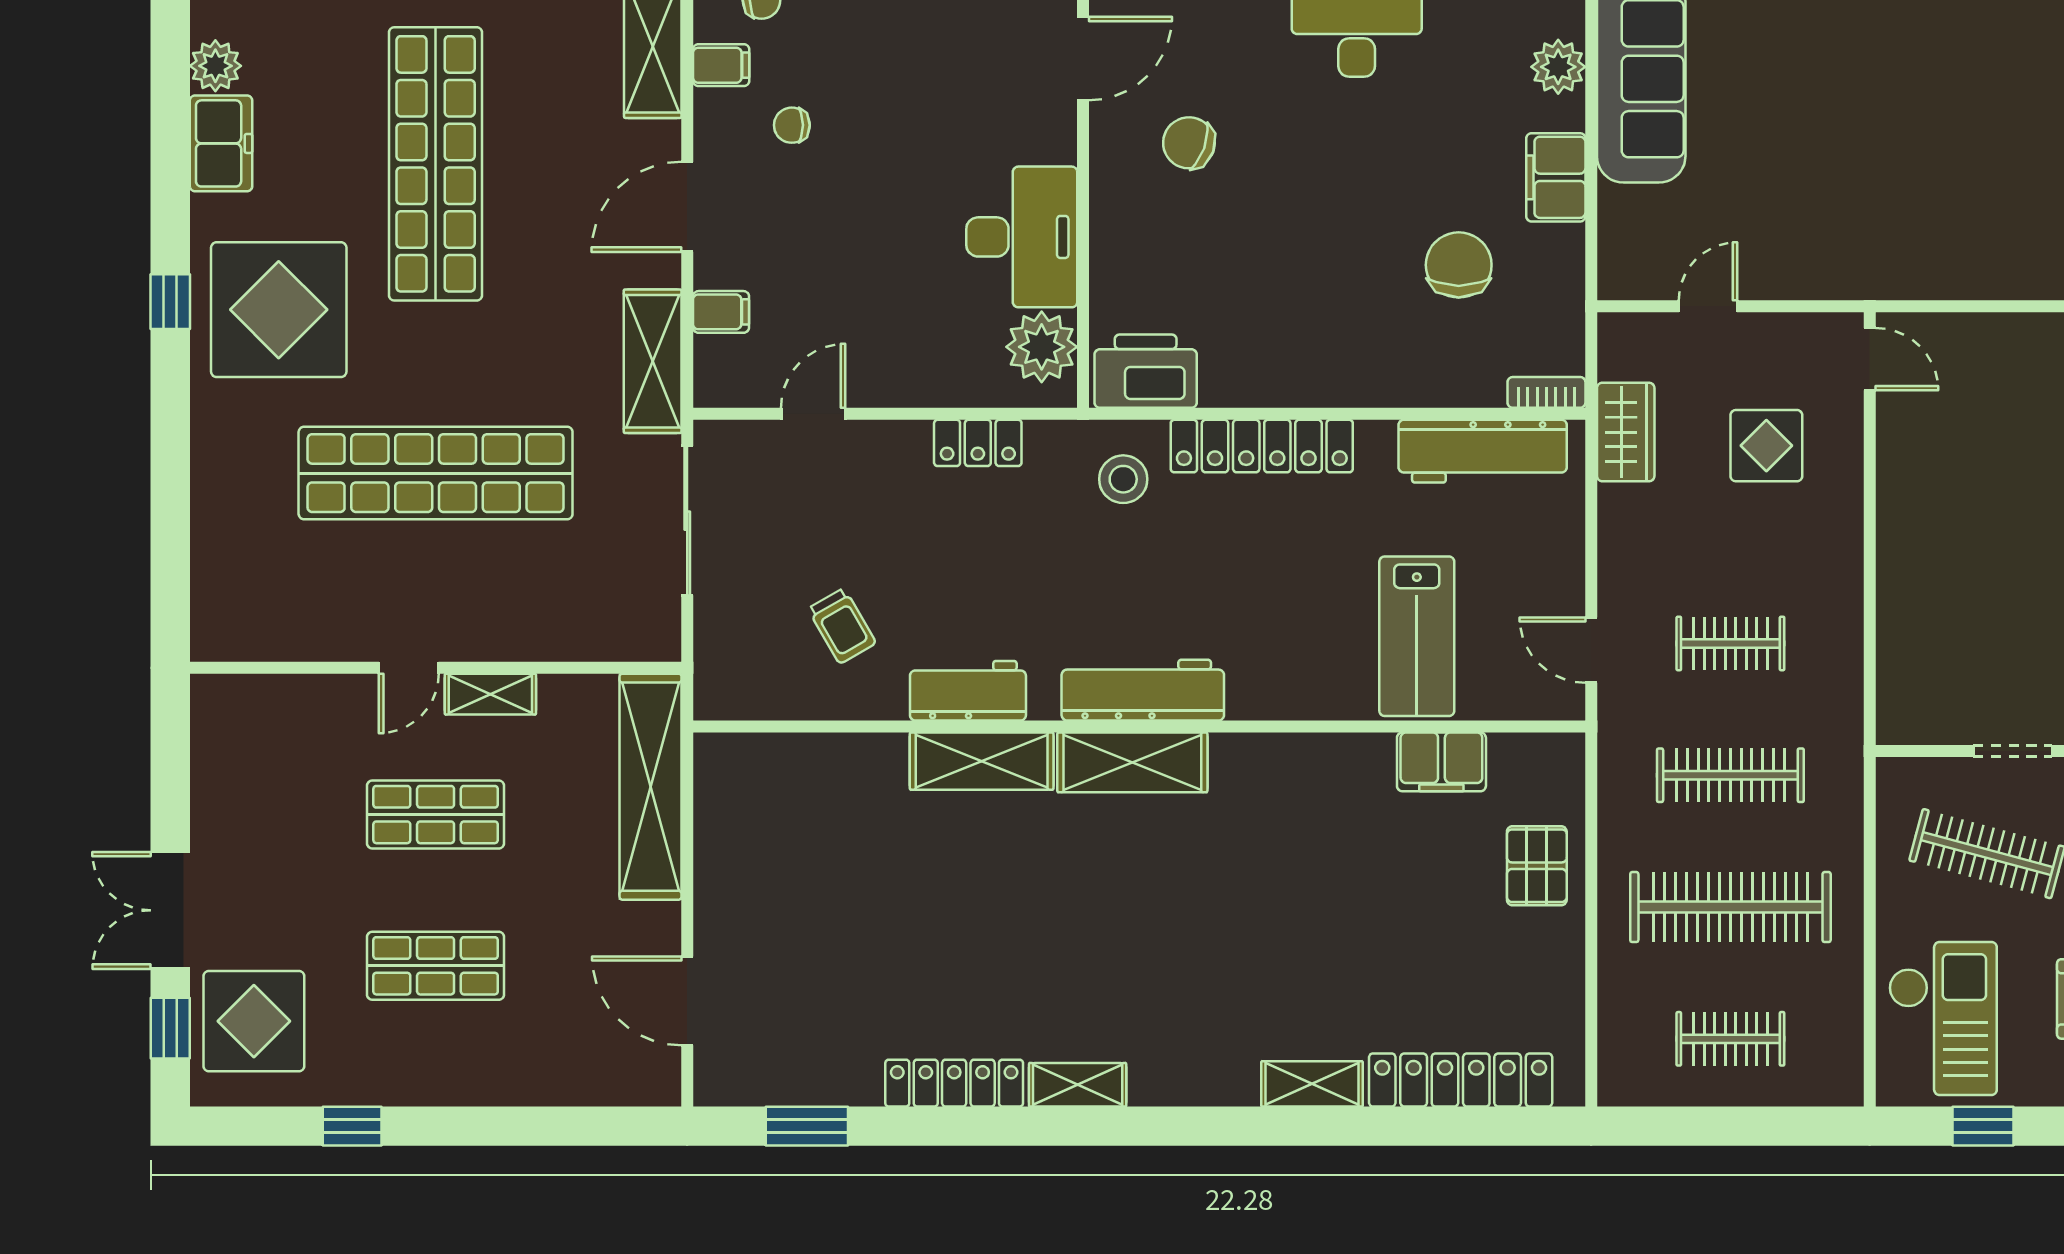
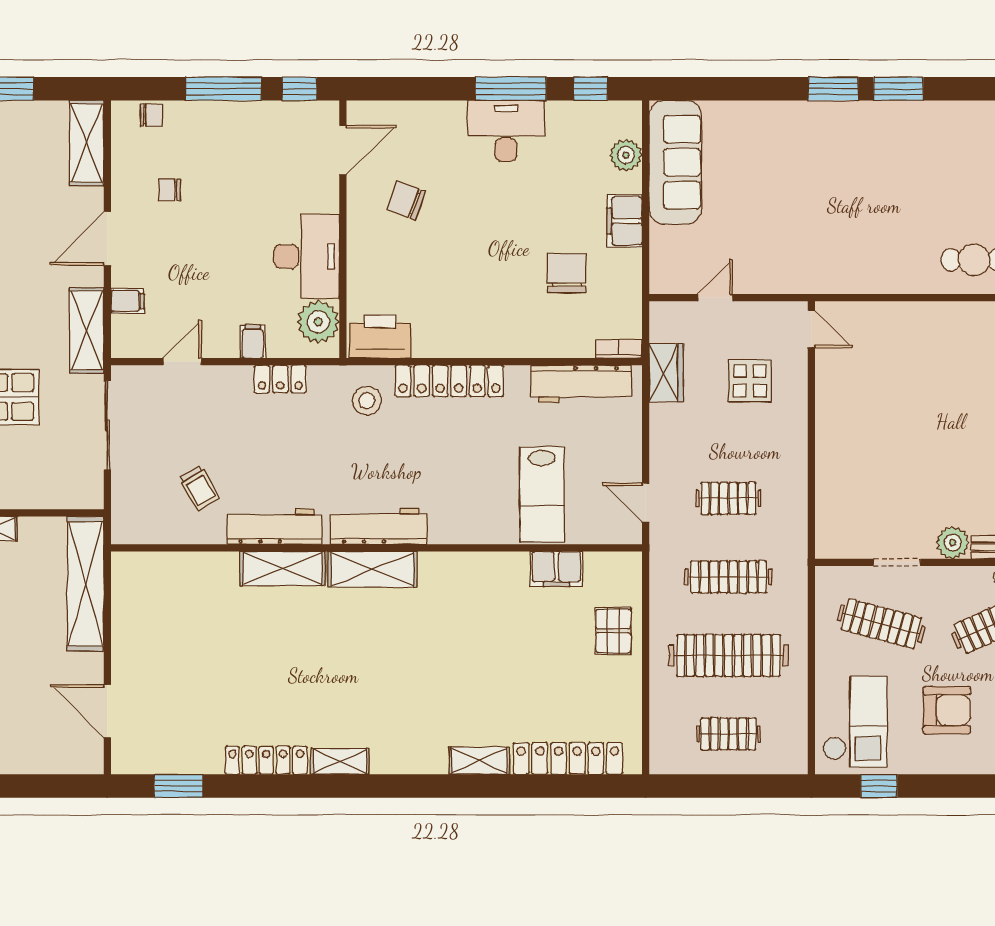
filing cabinet: (721, 65) -> (253, 341), moved, turned -90
workbench: (968, 691) -> (274, 527), width x1.38

